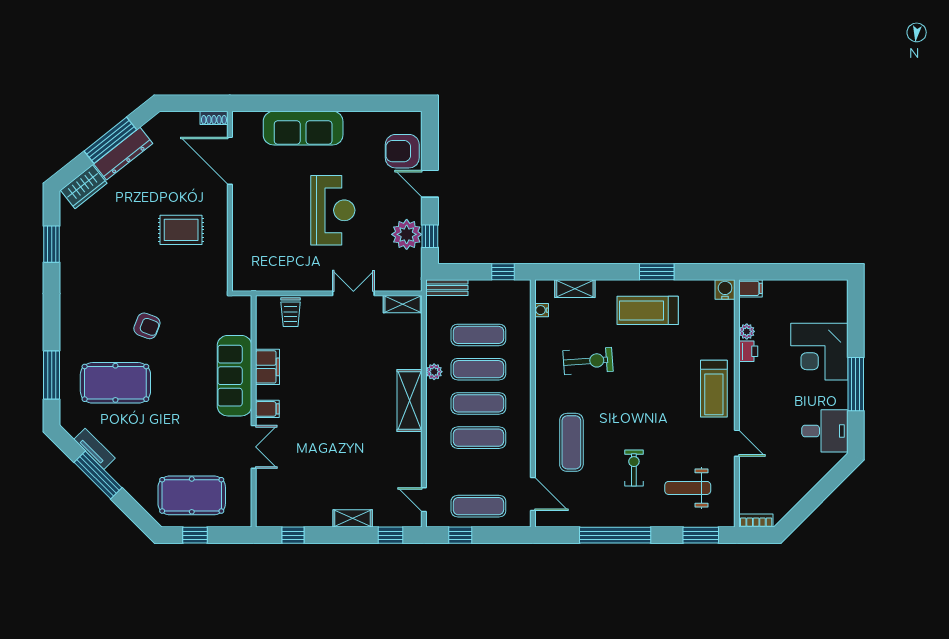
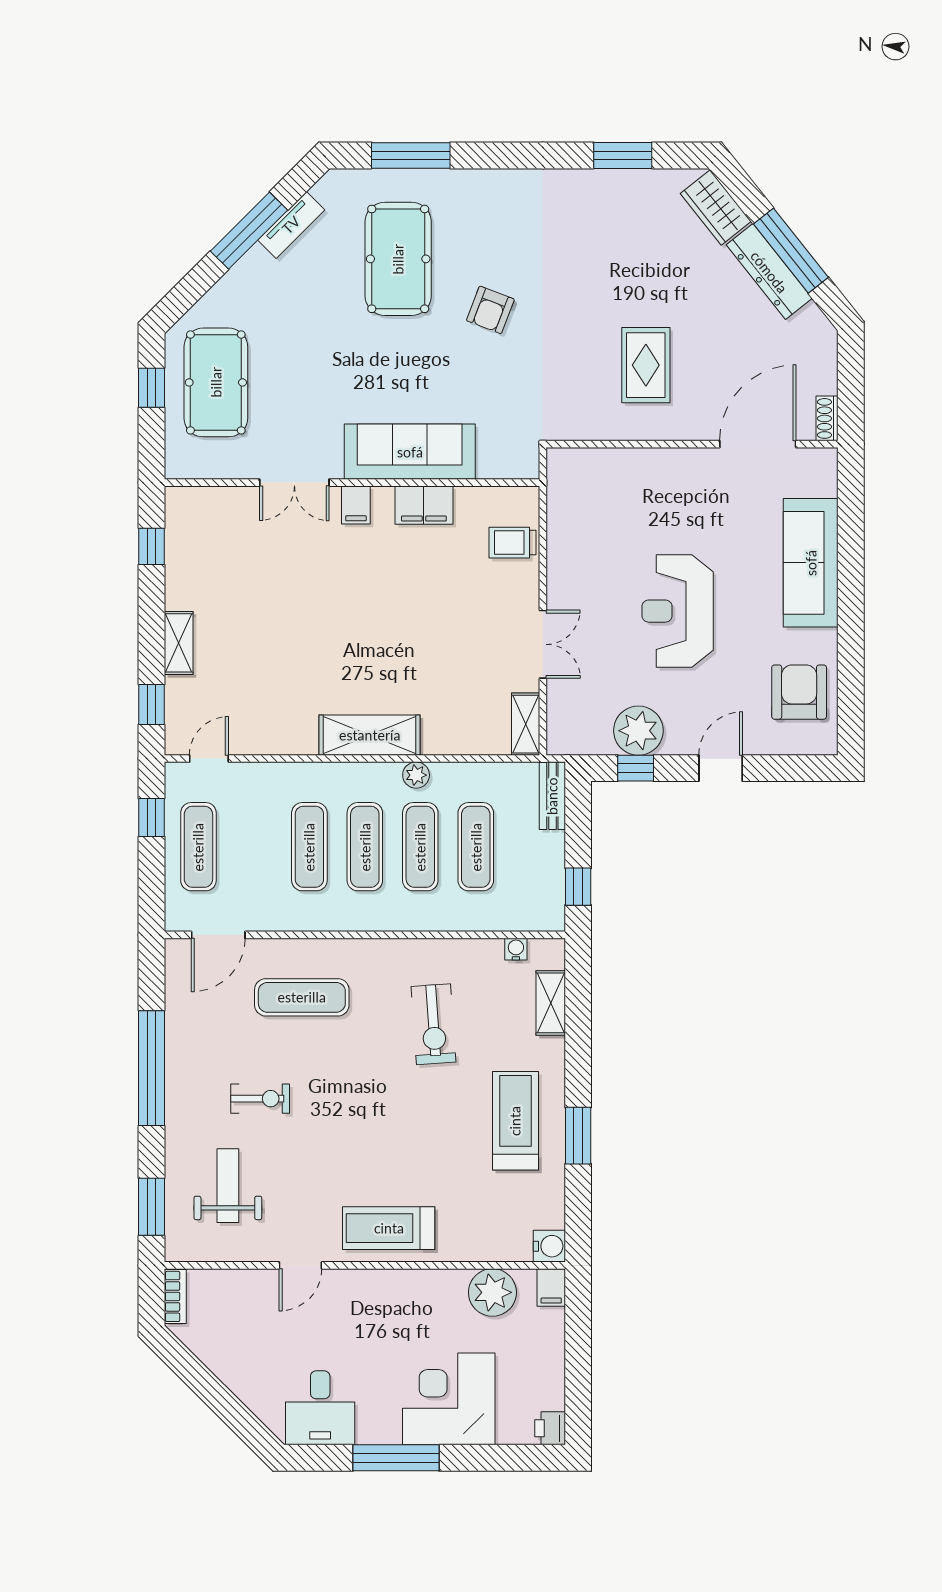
armchair: (402, 151) -> (799, 692), moved
reception desk: (333, 210) -> (678, 611), turned 90
plant: (747, 331) -> (492, 1292), width x1.88, depth x1.88
printer: (748, 351) -> (550, 1428), moved, turned 90

